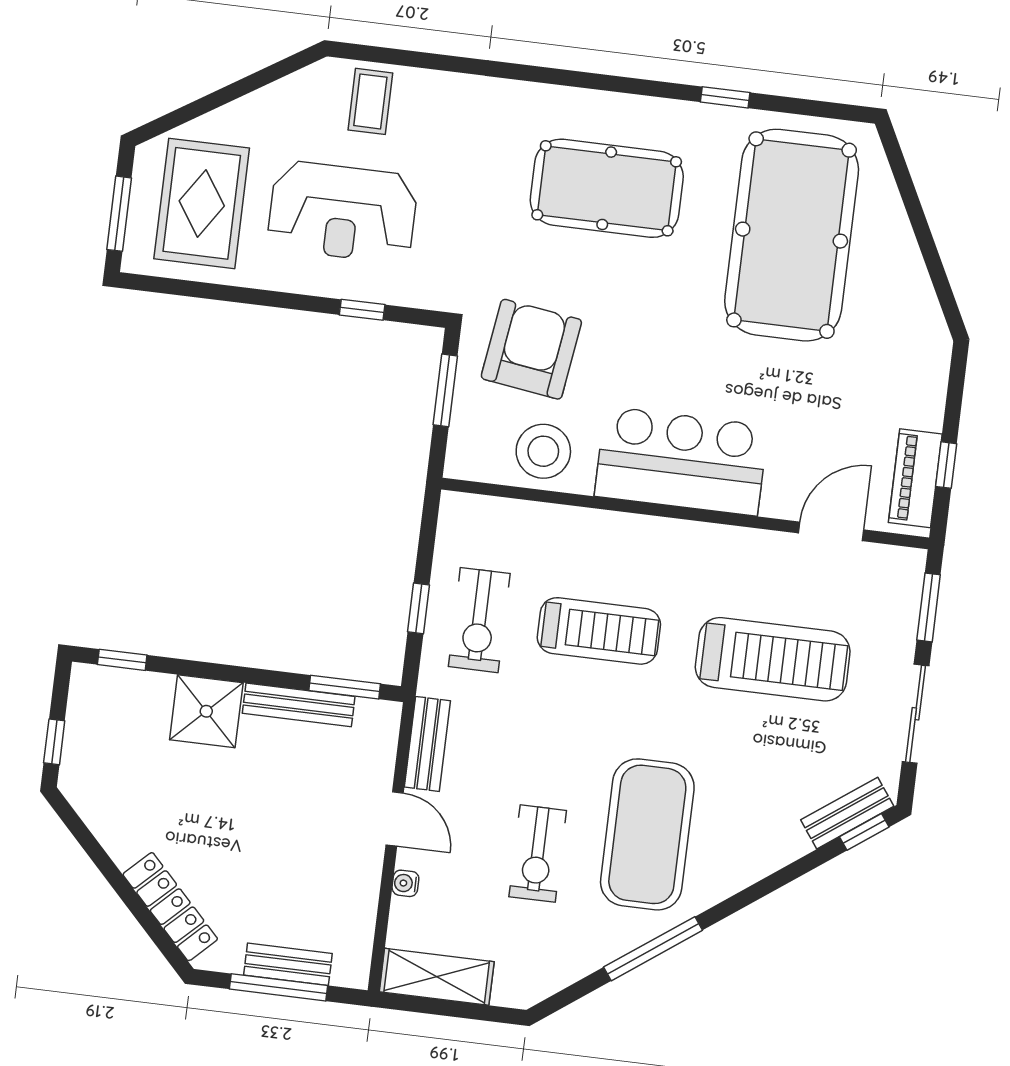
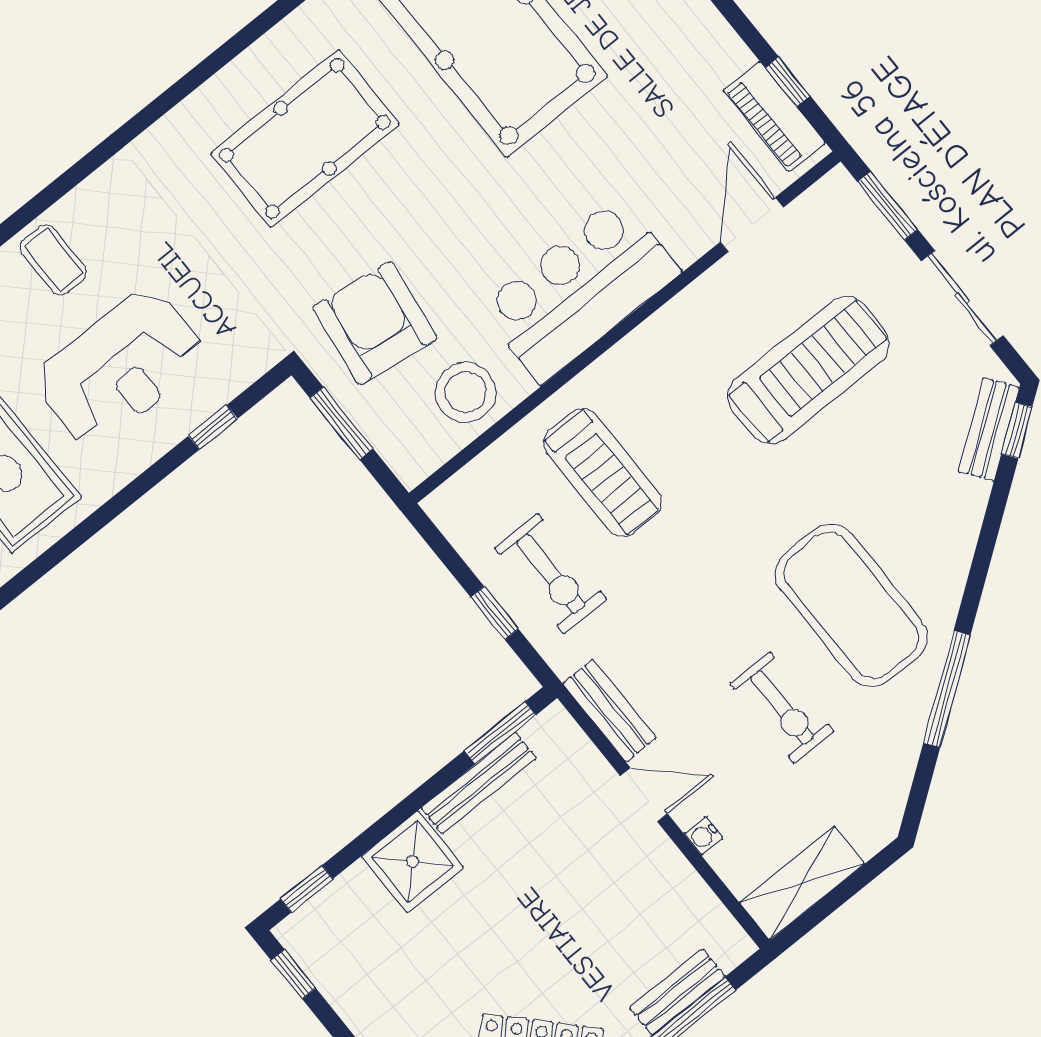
treadmill: (599, 631) -> (602, 473), moved, turned 90
window: (54, 742) -> (293, 974), moved

